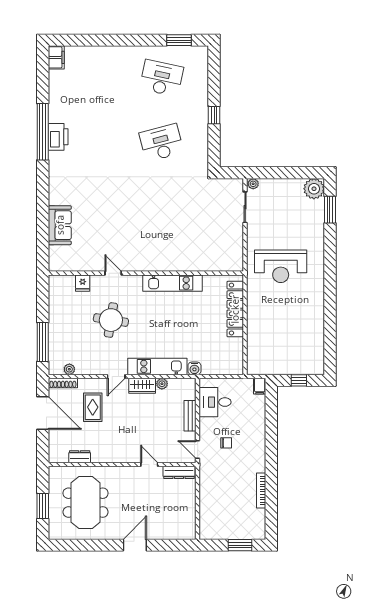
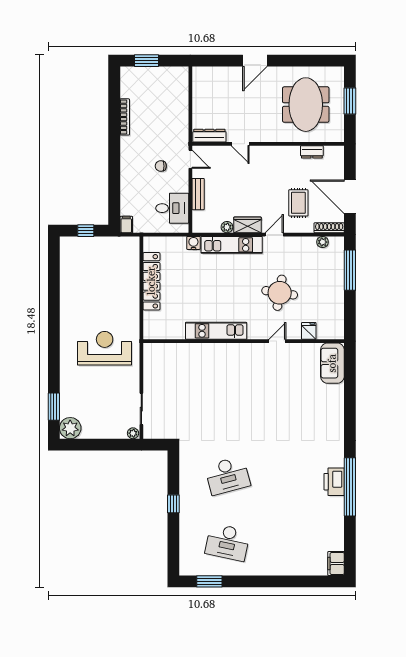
sofa: (60, 225) -> (332, 363), moved
door: (113, 273) -> (277, 341), swing flipped
locker: (235, 309) -> (151, 281), moved

